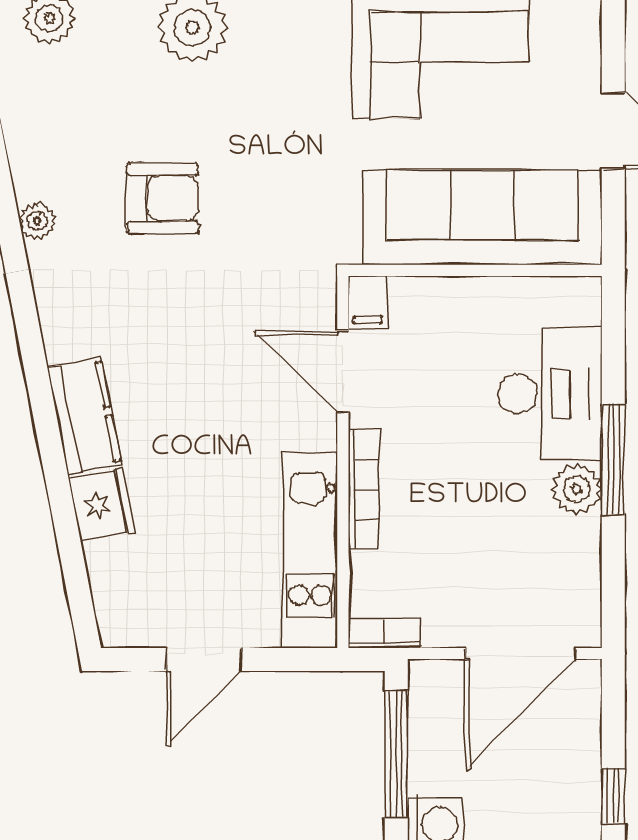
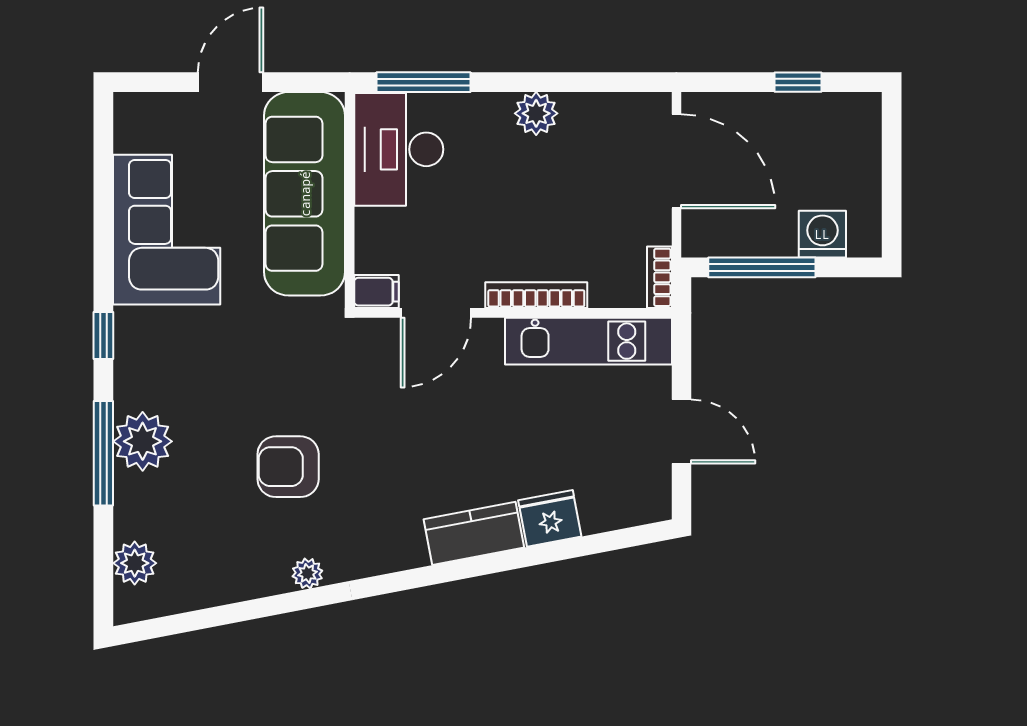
armchair: (163, 198) -> (288, 467), turned -90
desk: (550, 394) -> (399, 149), moved, turned -90
window: (613, 459) -> (423, 82), moved

